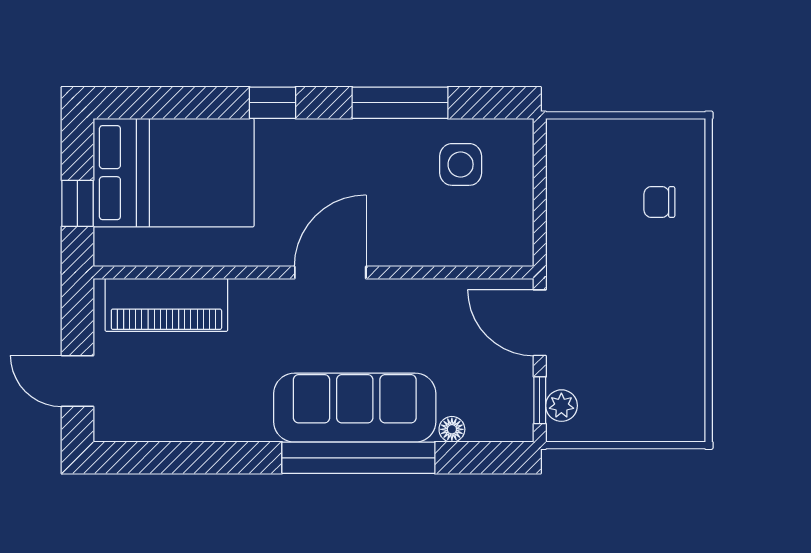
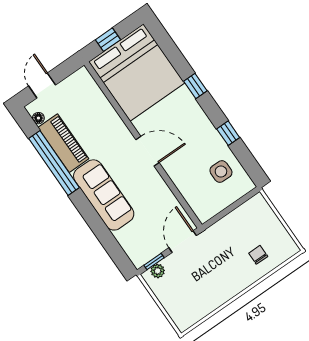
window: (400, 103) -> (228, 133), width x0.46
bed: (174, 173) -> (137, 72), width x1.36
piano: (166, 305) -> (63, 143), moved, turned 180
floor lamp: (452, 429) -> (38, 118), moved
window: (358, 458) -> (54, 163), moved

